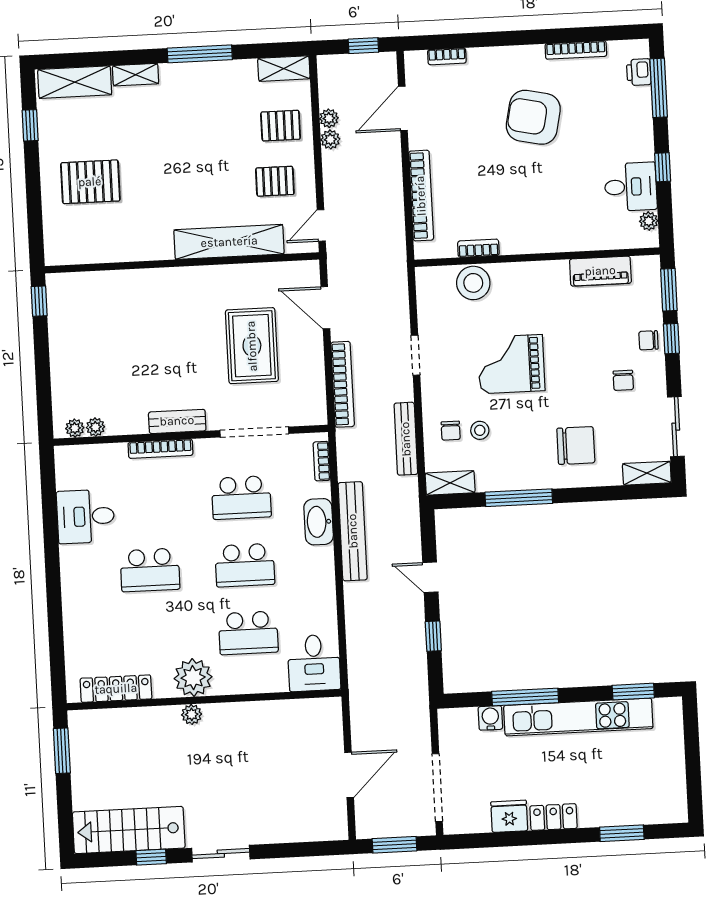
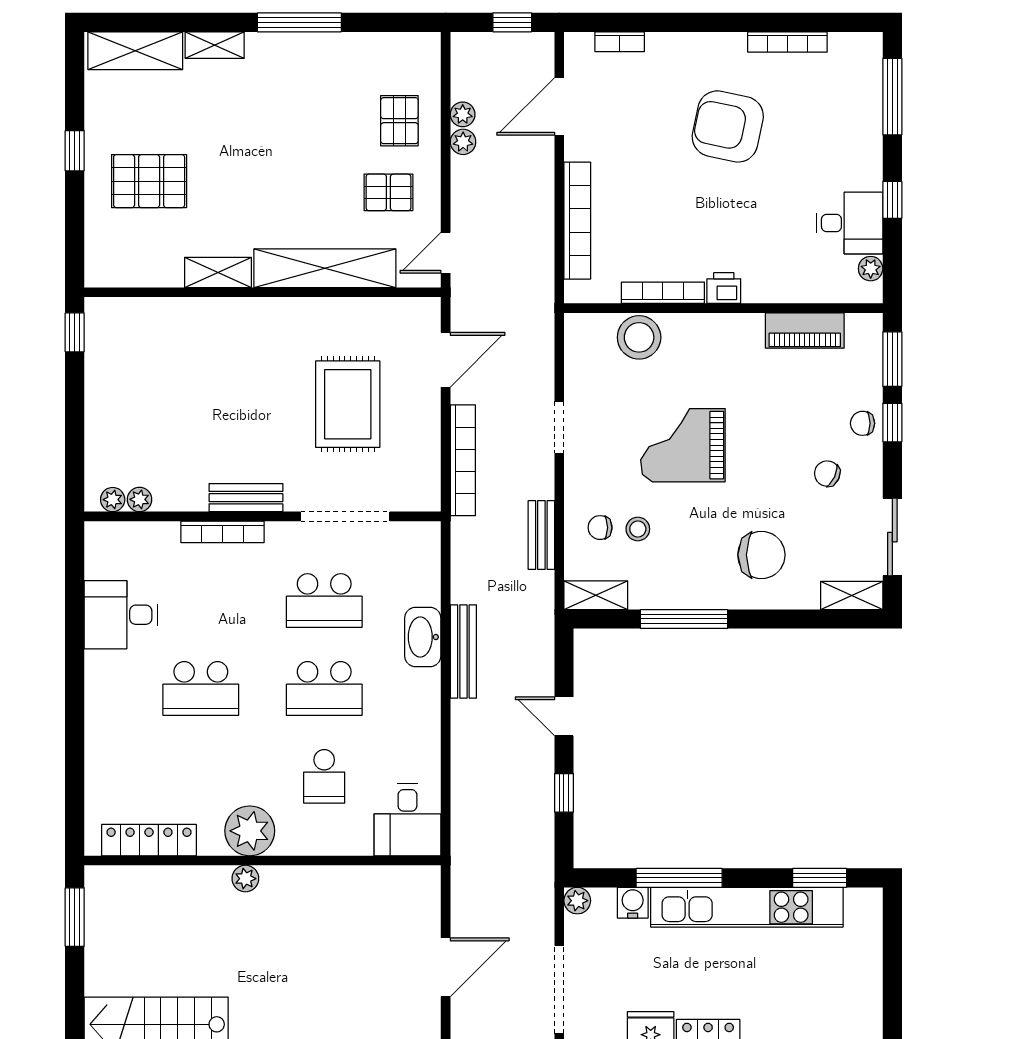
shelving: (284, 69) -> (218, 272), moved
printer: (639, 72) -> (724, 288), moved, turned 90
window: (30, 125) -> (75, 151), moved
pallet: (281, 126) -> (399, 121), turned 90
bookcase: (478, 248) -> (663, 293), width x1.56
door: (325, 308) -> (446, 360), swing flipped
chair: (623, 380) -> (827, 474), turned 115
chair: (451, 431) -> (600, 528), turned 90
bench: (406, 439) -> (541, 535), width x0.73
bookcase: (322, 461) -> (431, 559), removed
bench: (353, 531) -> (463, 652), width x0.73, depth x0.82
school desk: (248, 633) -> (324, 776), width x0.54
plant: (448, 718) -> (577, 901), added

